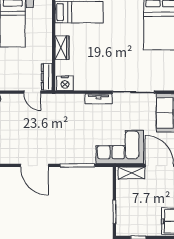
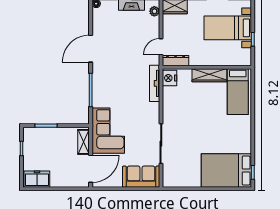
wardrobe: (62, 48) -> (209, 75), width x1.50
tv unit: (99, 99) -> (155, 83), moved, width x1.41

